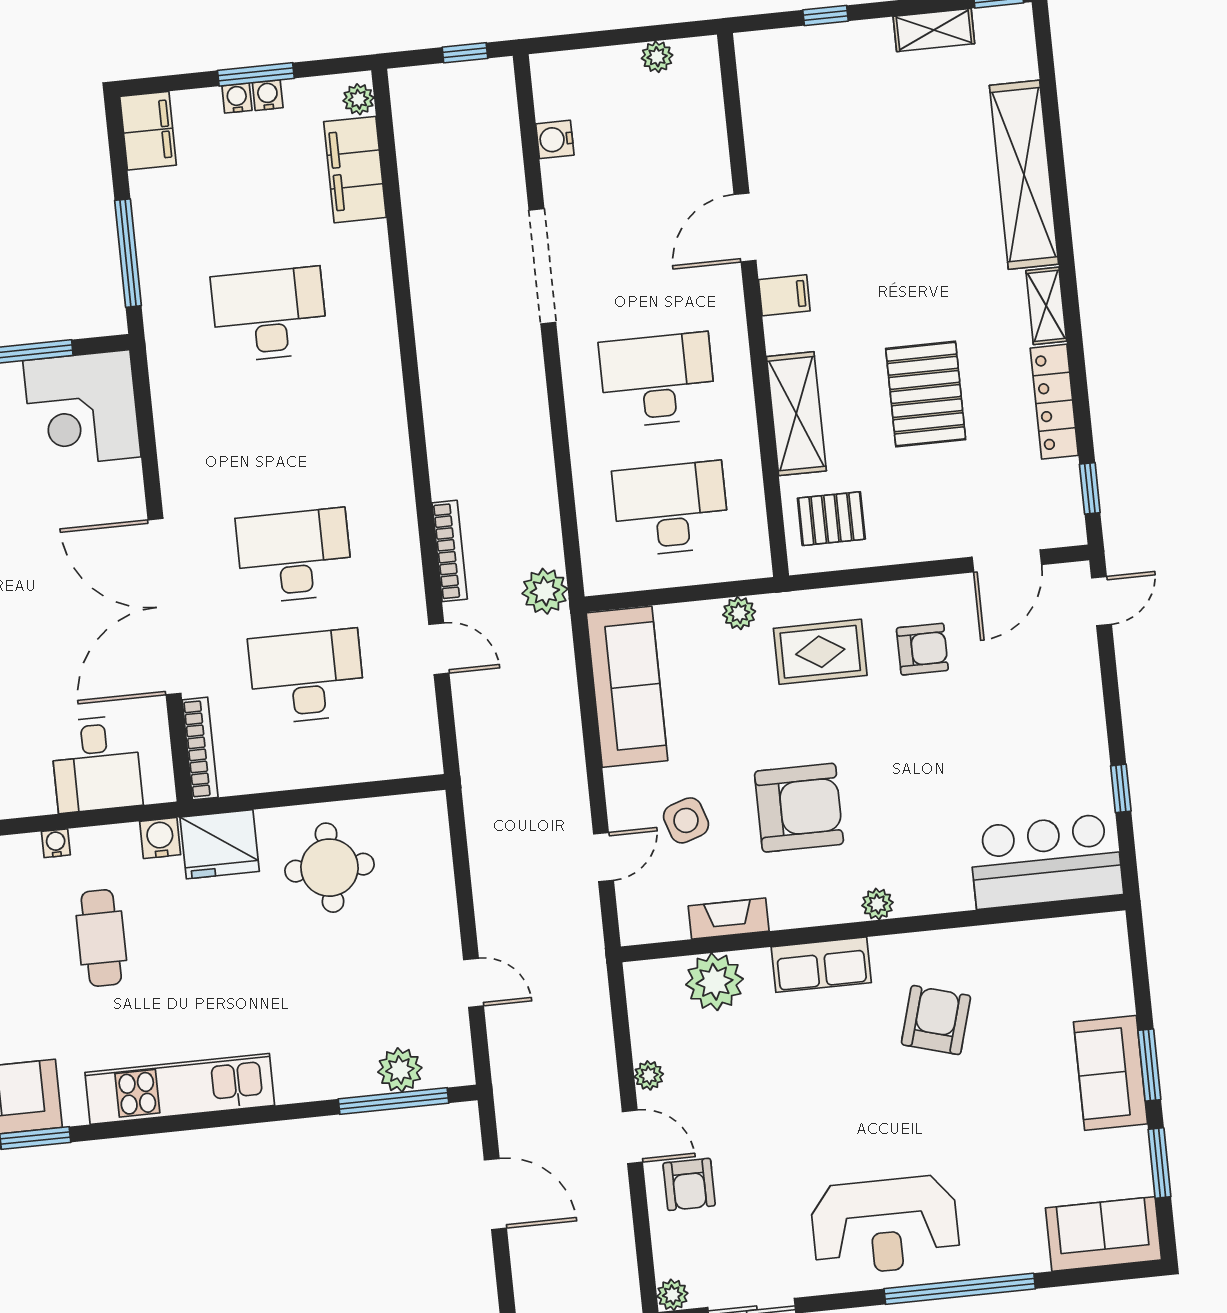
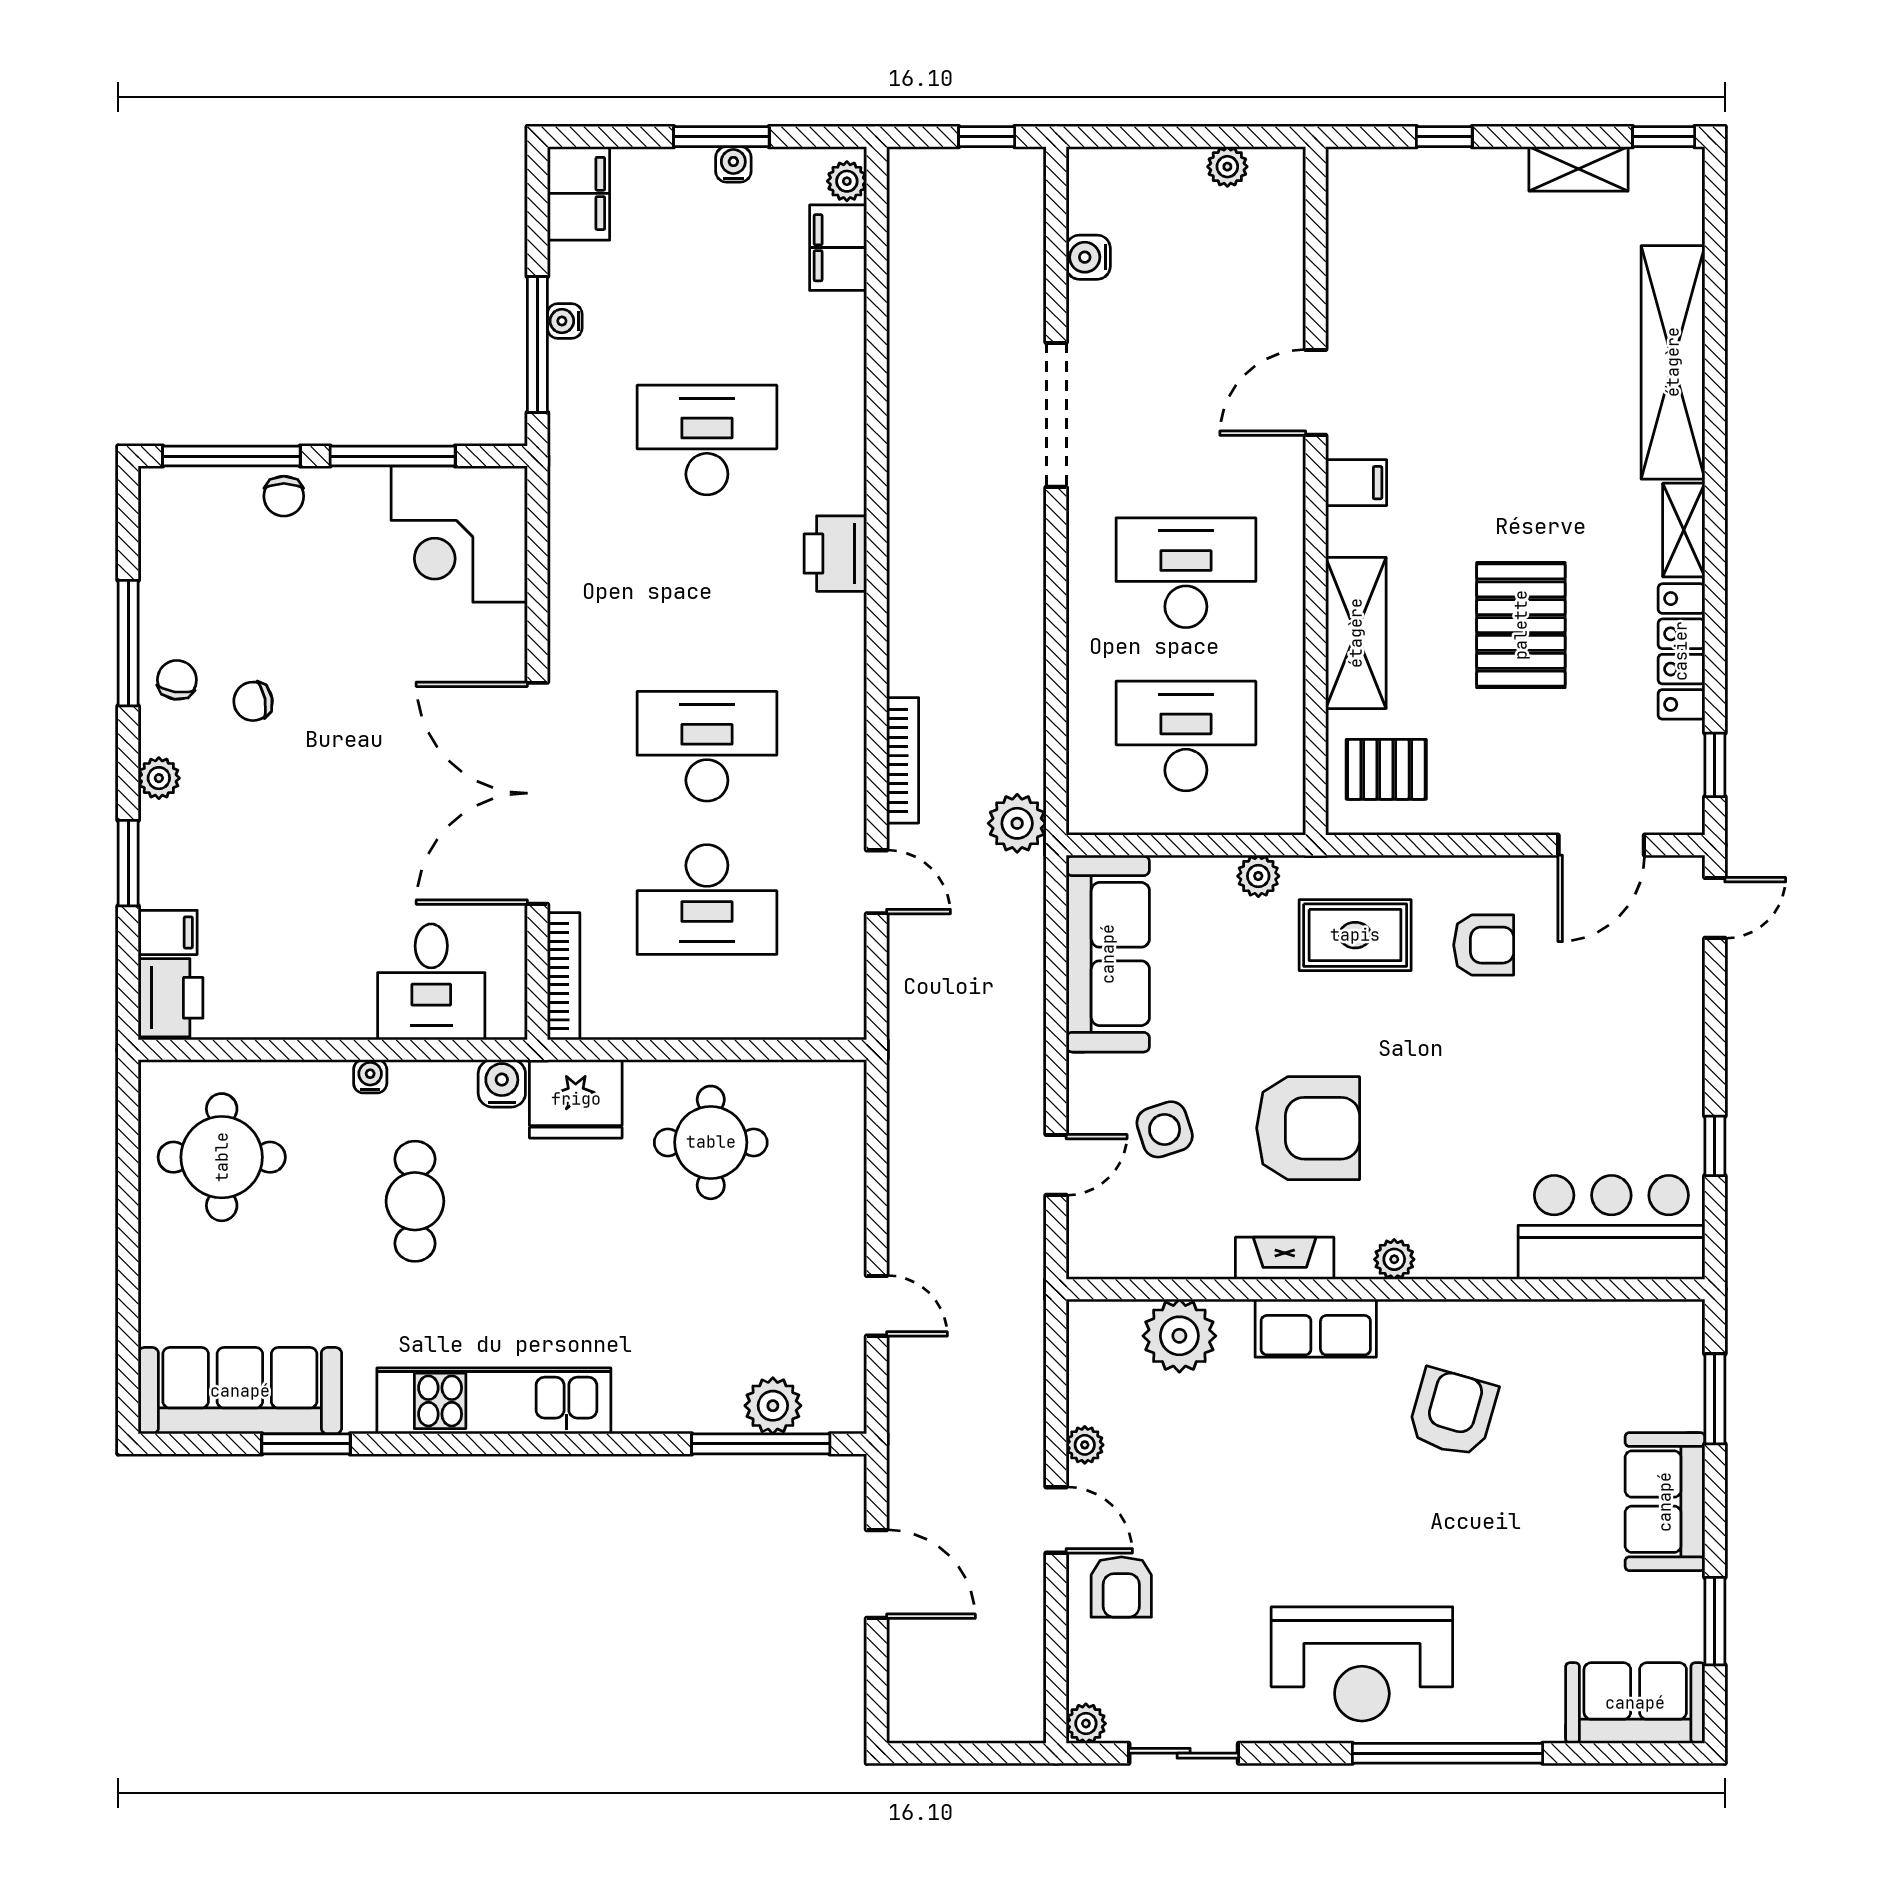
water cooler: (237, 98) -> (565, 321), moved, turned -90
filing cabinet: (355, 170) -> (838, 248), width x0.67, depth x0.86
printer: (380, 393) -> (835, 554), added
desk: (307, 676) -> (707, 899), turned 180
fireplace: (729, 919) -> (1285, 1258), moved
window: (1149, 1065) -> (1715, 1399), moved

